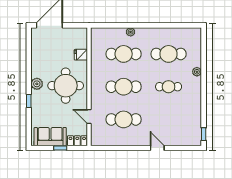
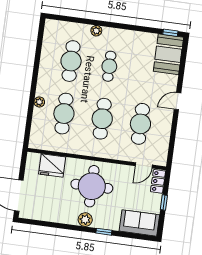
fridge: (81, 55) -> (52, 165), width x1.88, depth x1.34
door: (89, 117) -> (144, 165), moved
booth: (185, 135) -> (168, 54), added
sofa: (50, 137) -> (139, 223), moved, turned 90
door: (157, 148) -> (178, 101), moved

